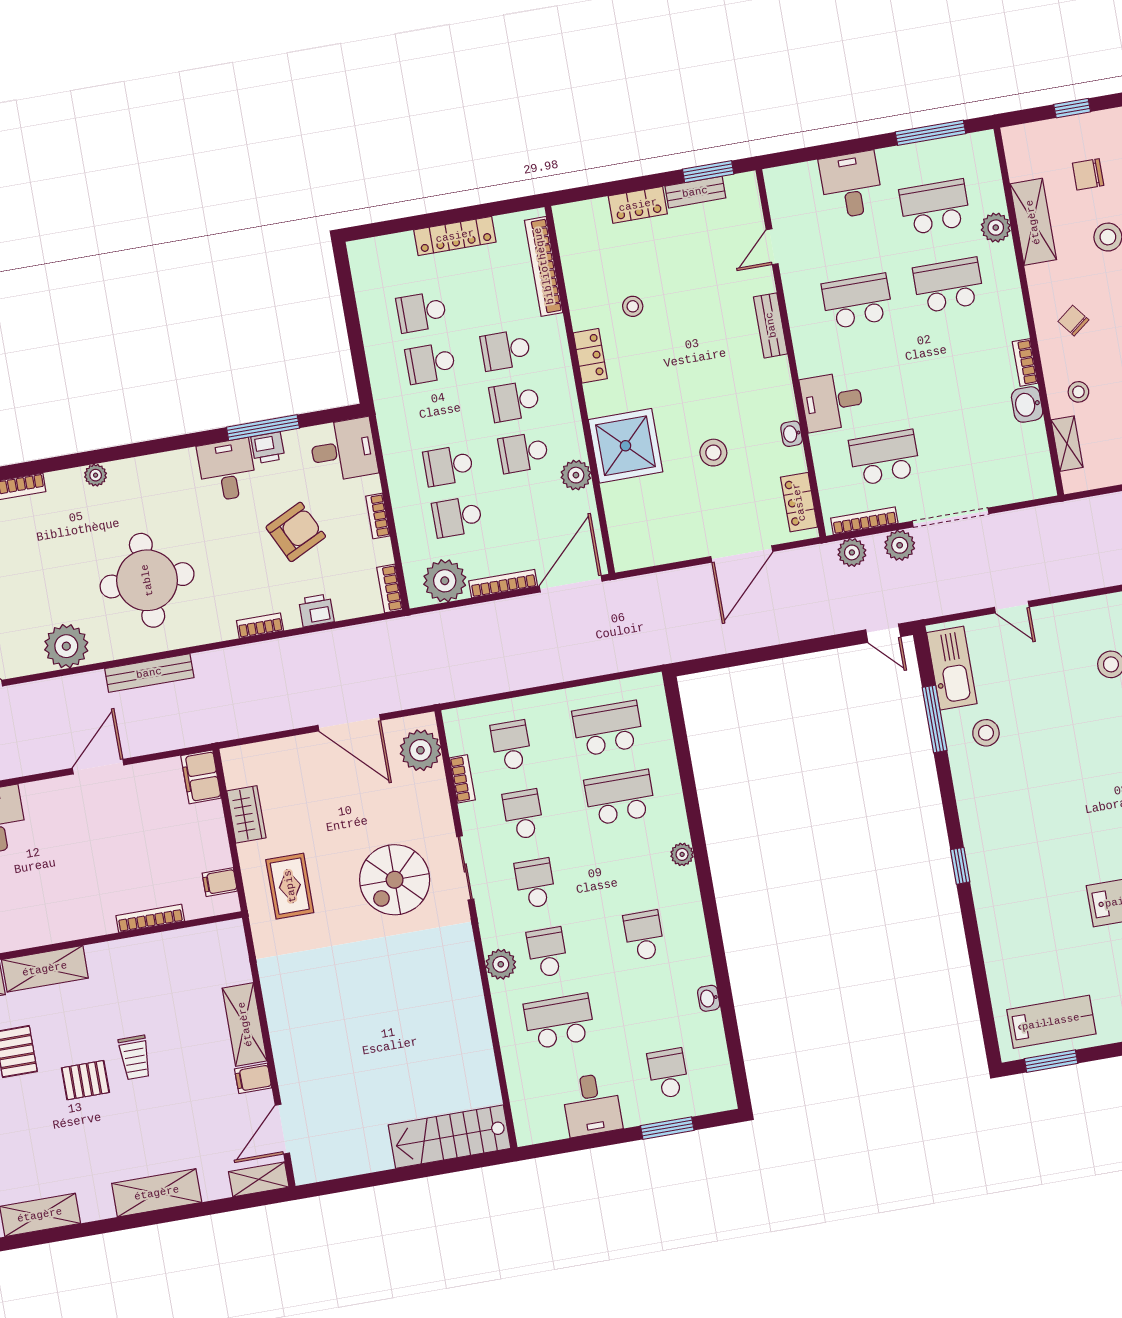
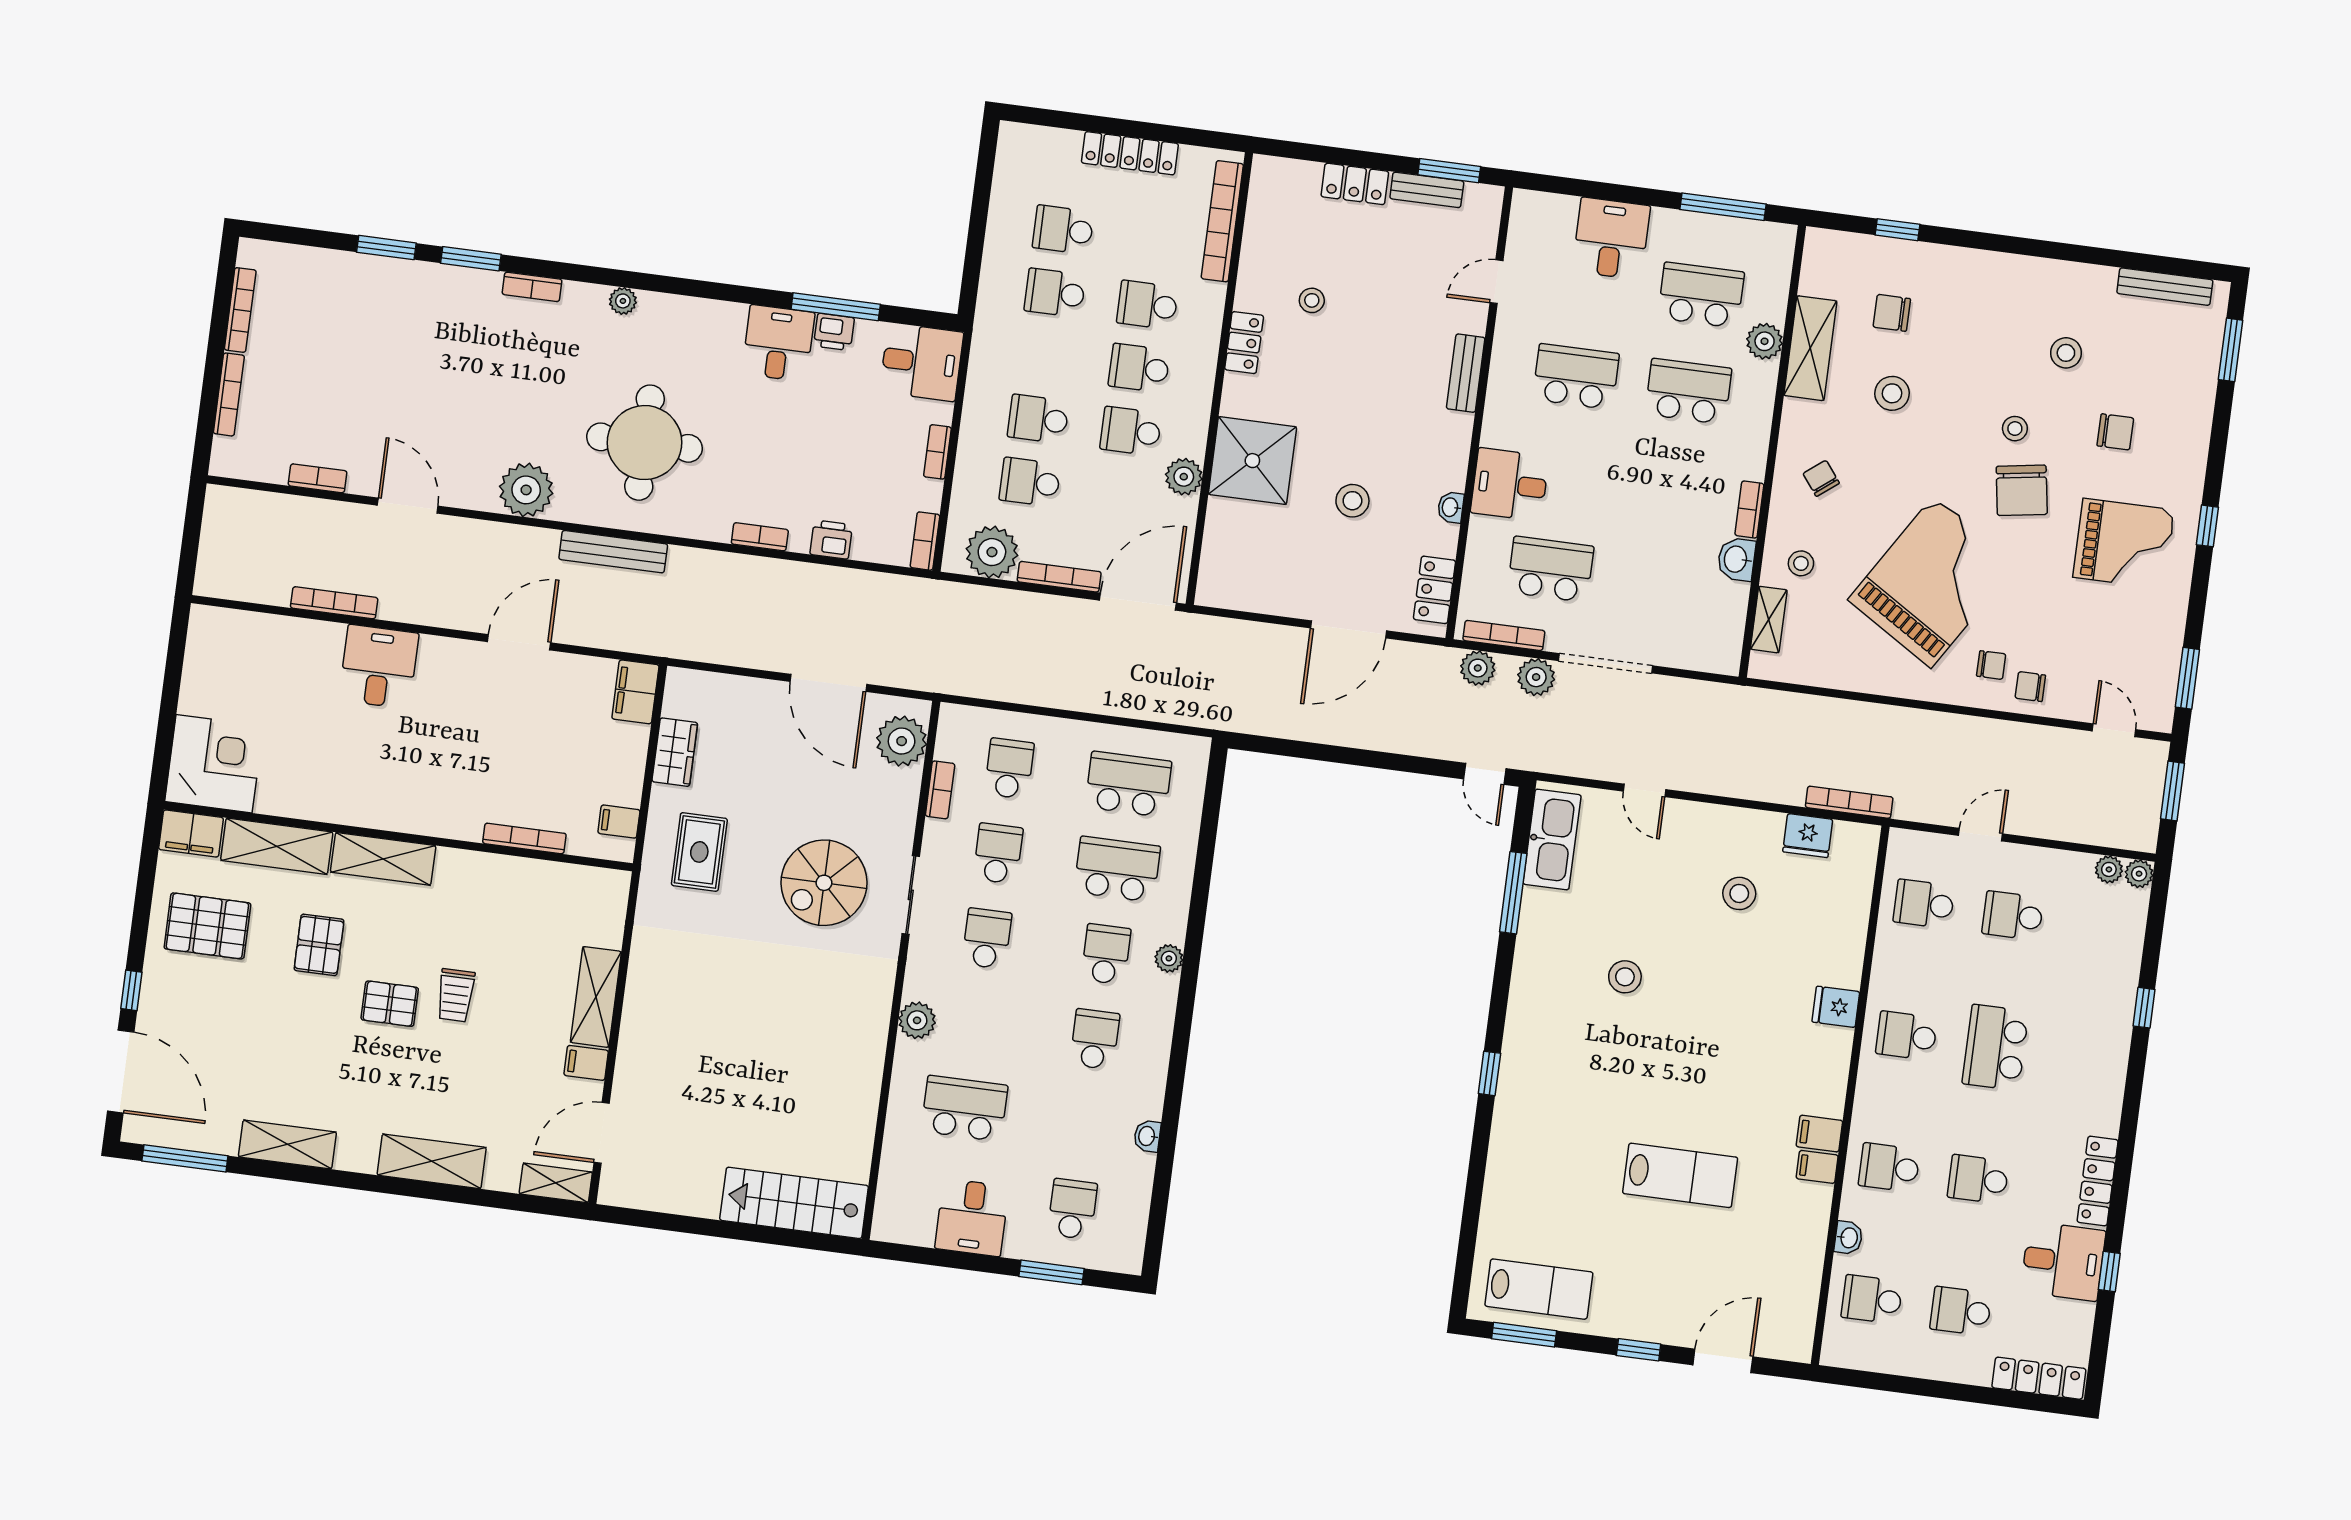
armchair: (296, 532) -> (836, 441), removed
stool: (986, 733) -> (1625, 977), moved
school desk: (547, 952) -> (1106, 954), moved

